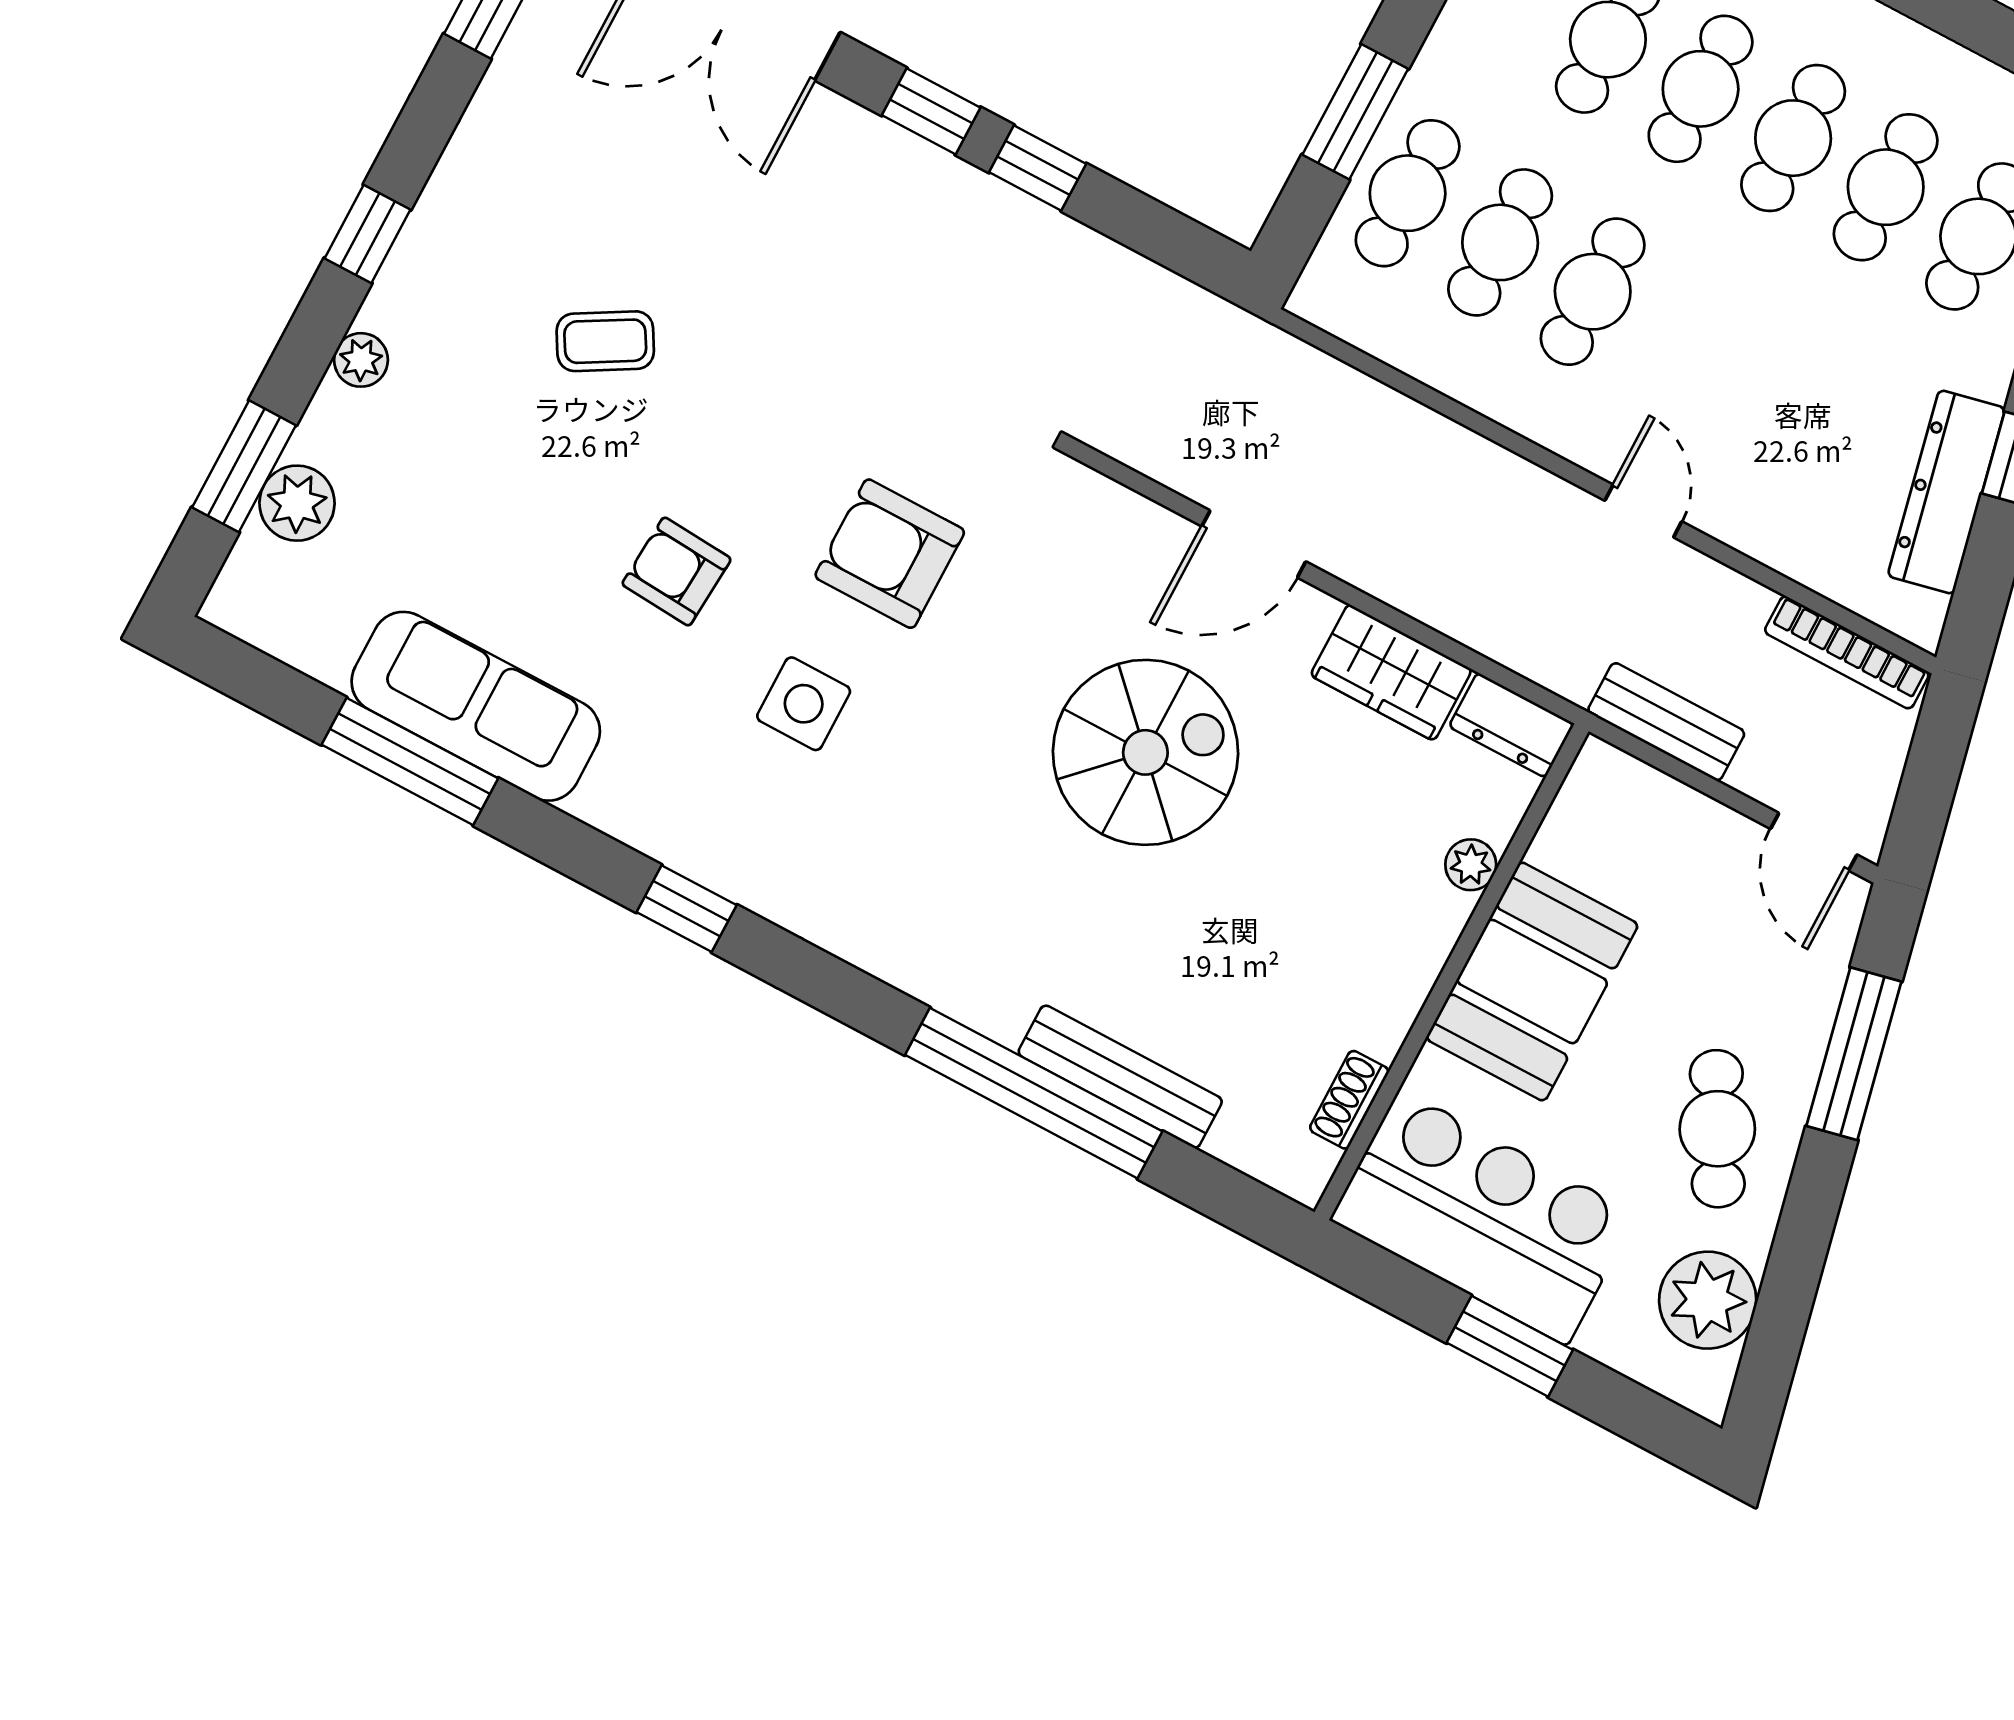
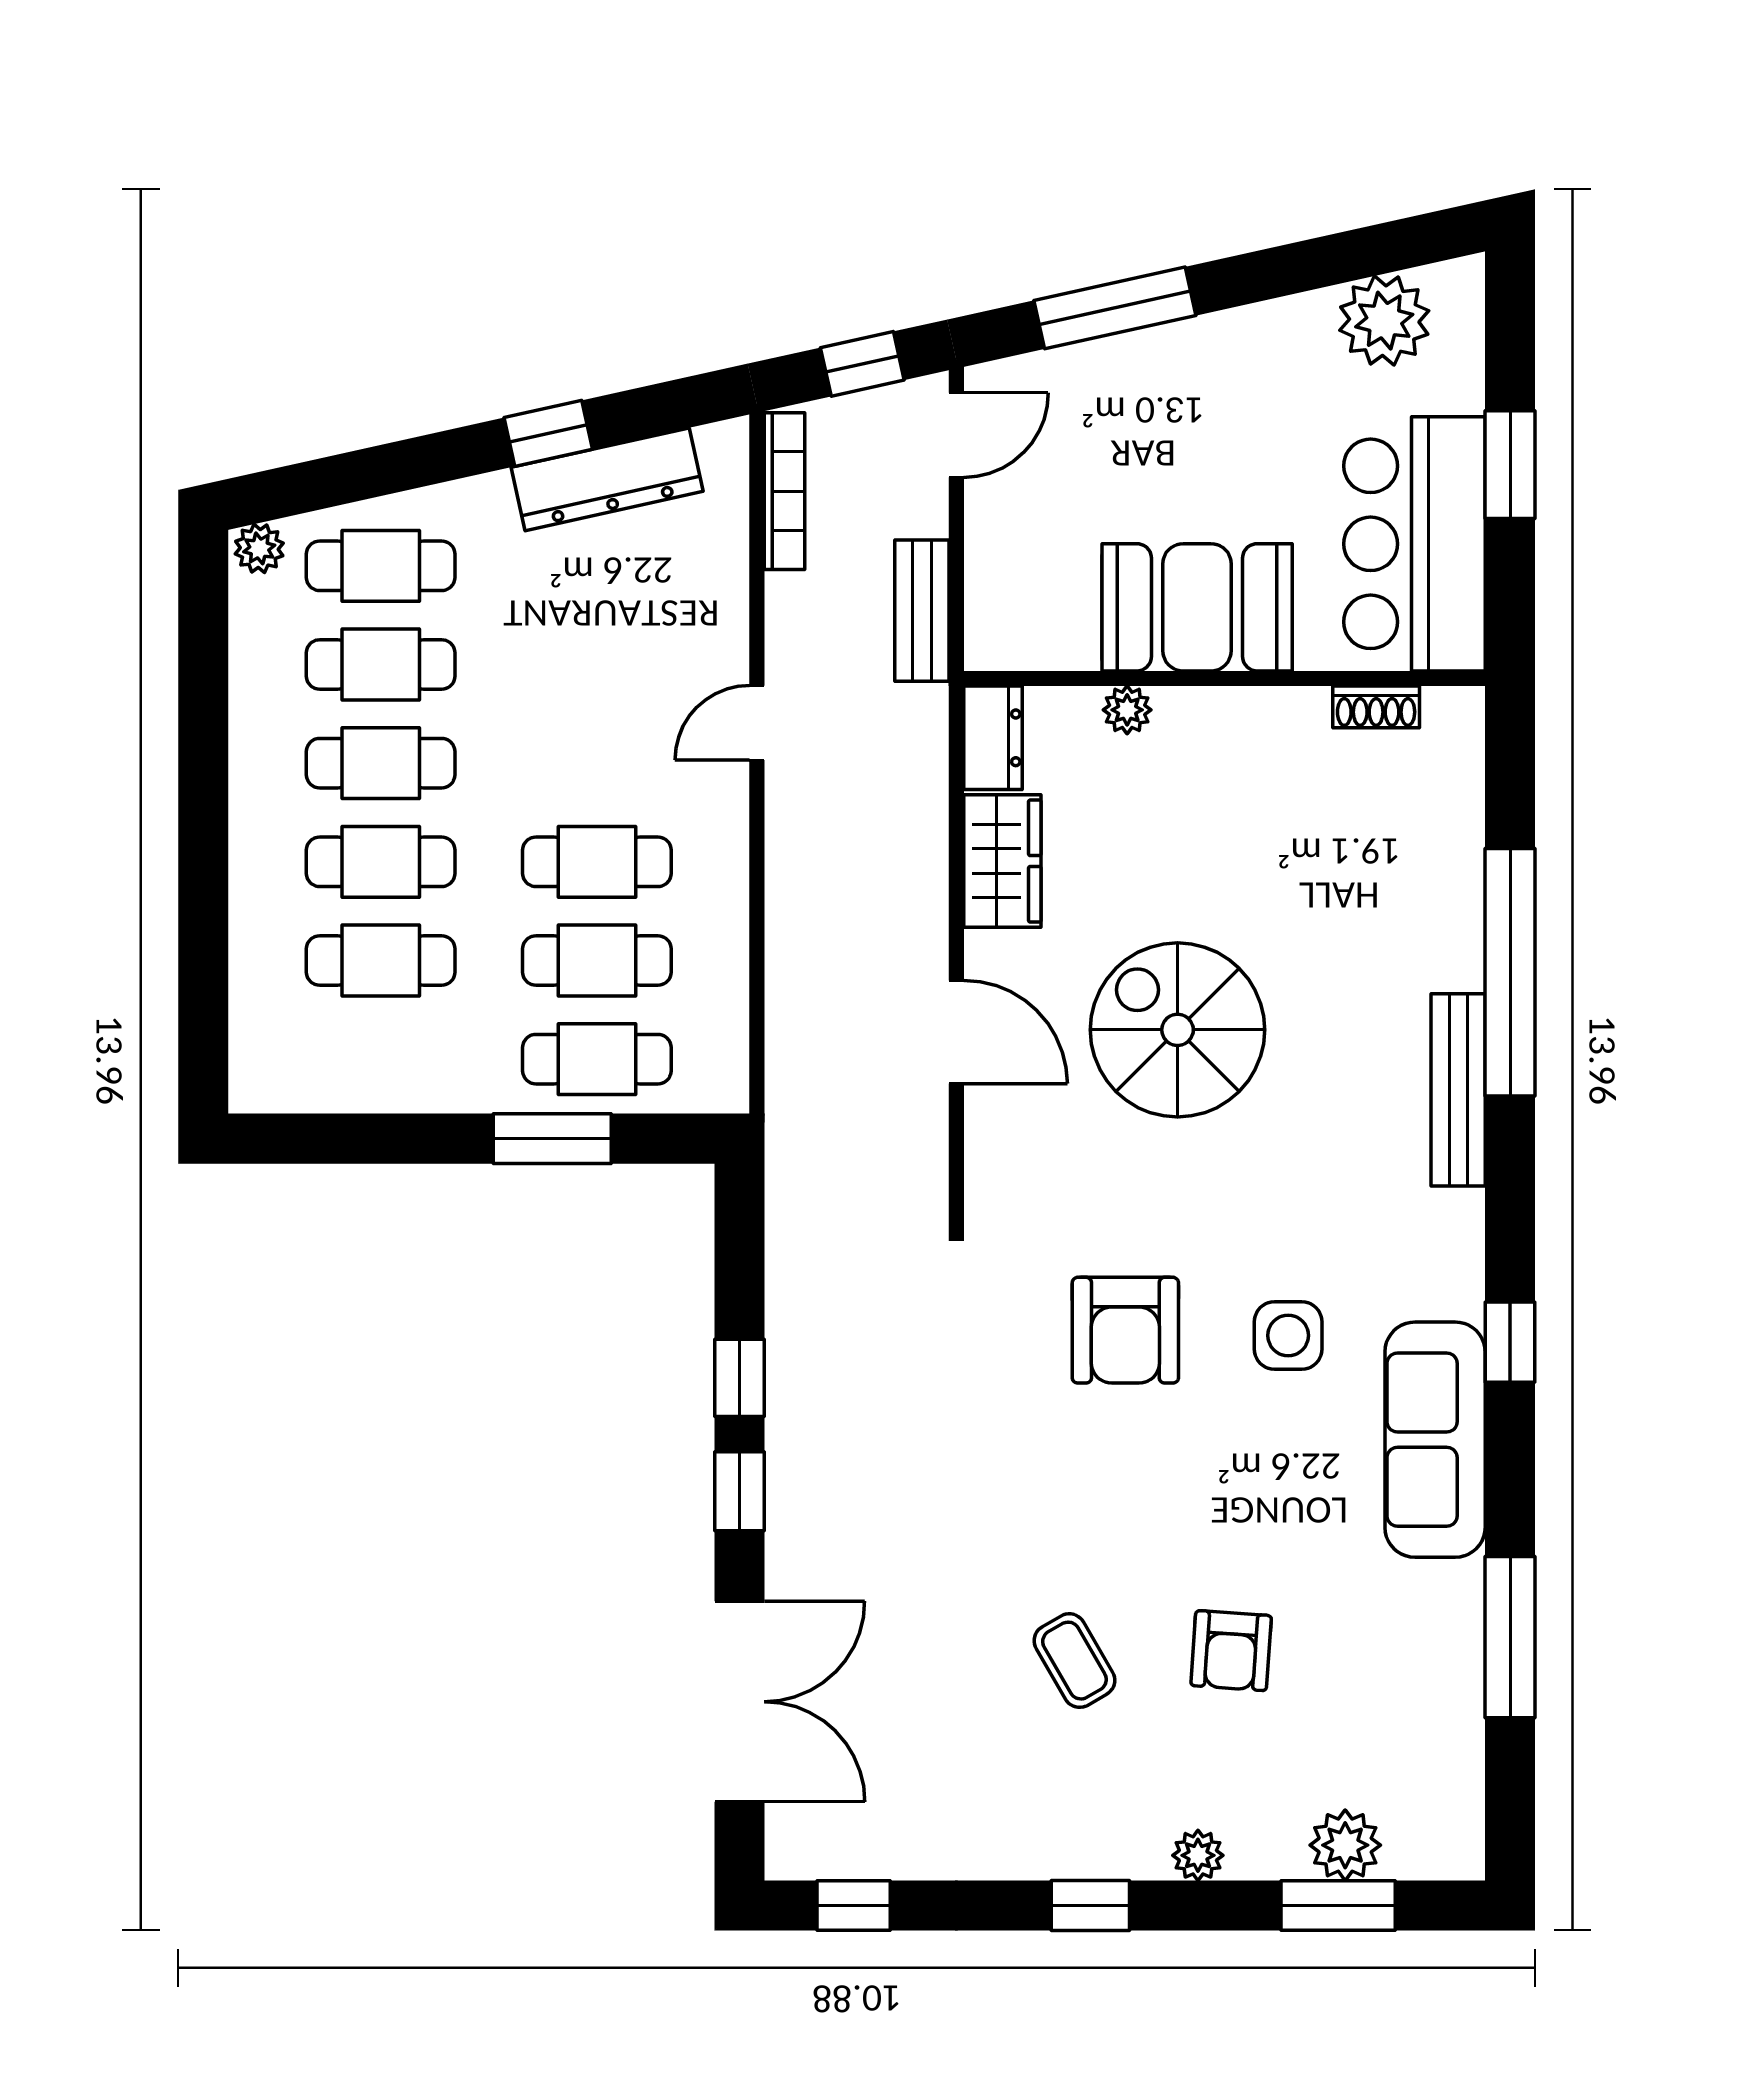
armchair: (677, 571) -> (1231, 1651), moved
sofa: (476, 706) -> (1435, 1440), moved
window: (1927, 789) -> (862, 364), added
bench: (1120, 1077) -> (1458, 1090), moved
cafe table: (1717, 1129) -> (1238, 388), removed

